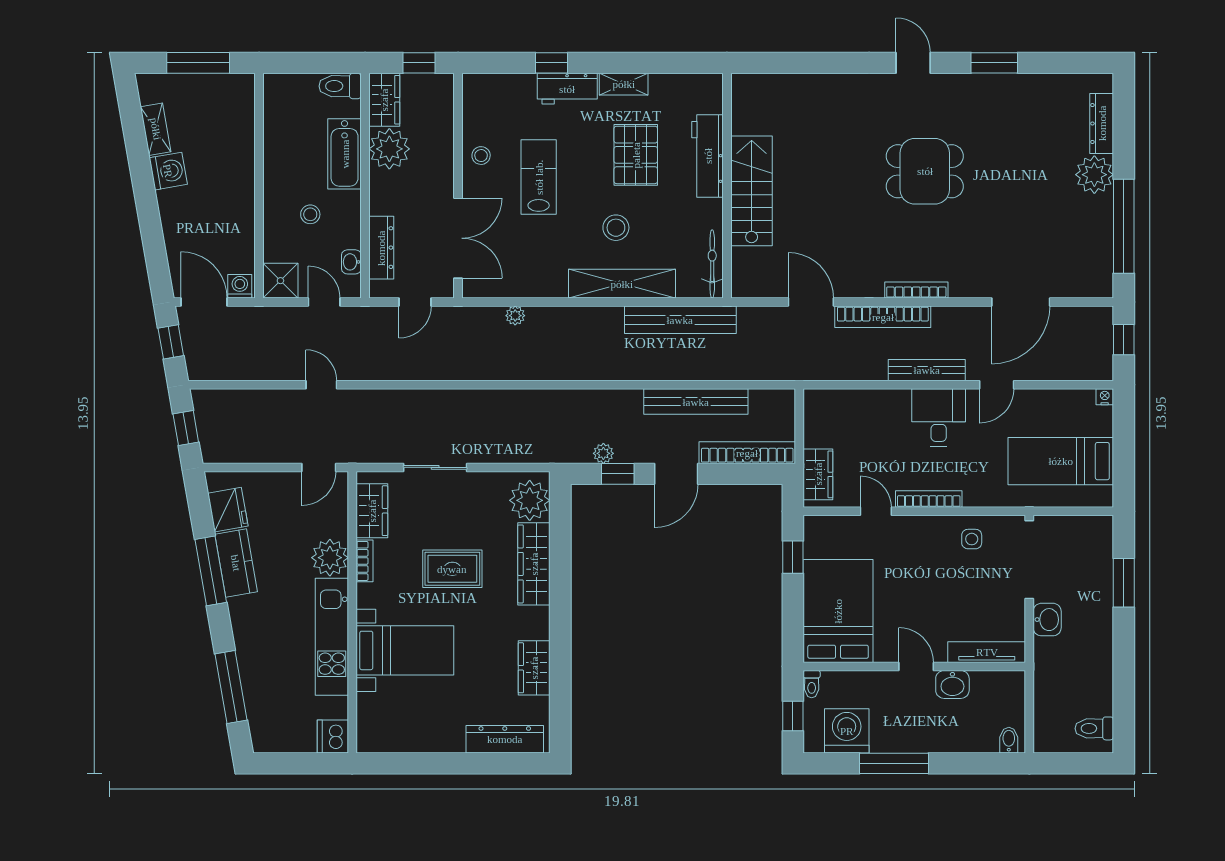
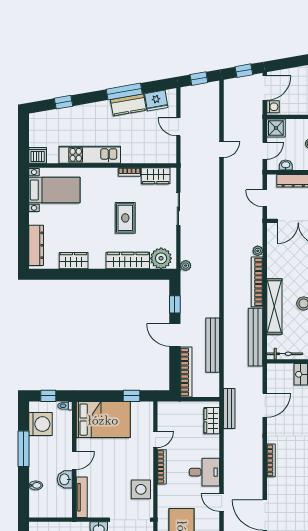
bookcase: (883, 317) -> (257, 282), moved
bench: (927, 370) -> (229, 408), moved
plant: (603, 453) -> (186, 266), moved
door: (319, 467) -> (178, 127), moved
wardrobe: (818, 474) -> (212, 421), moved, turned 90
side table: (972, 539) -> (141, 489), width x1.87, depth x1.87
plant: (330, 558) -> (131, 154), removed
bed with nightstands: (405, 650) -> (54, 190), moved, turned -90
window: (231, 687) -> (63, 102), width x0.46
bidet: (1009, 740) -> (36, 485), moved

